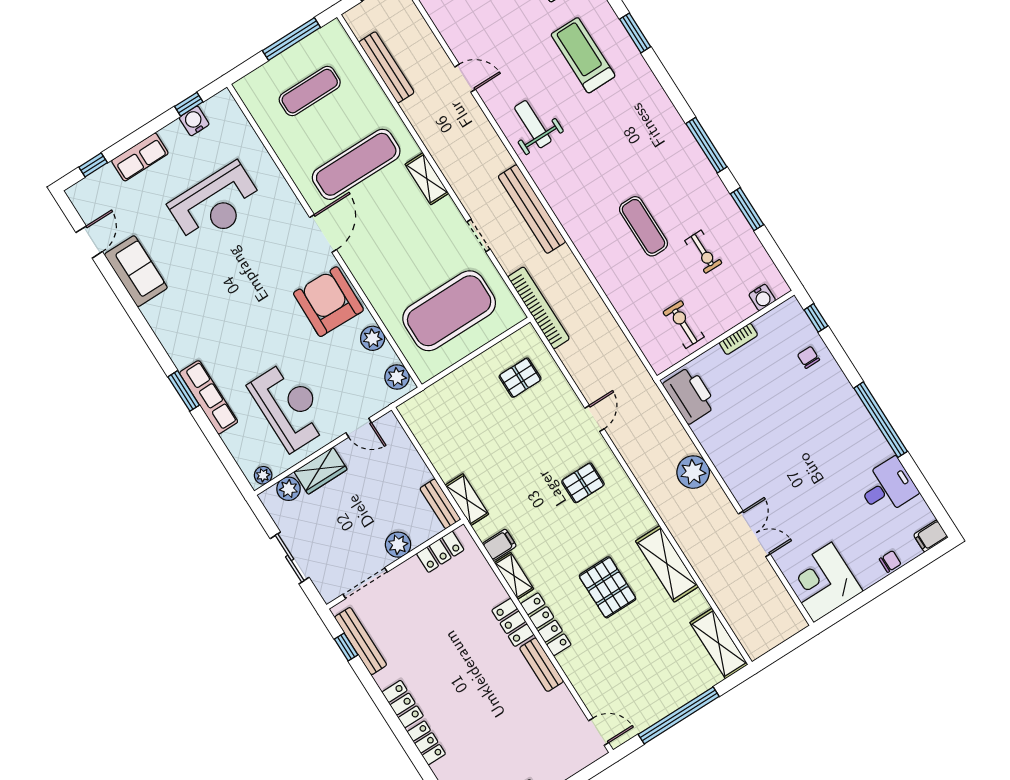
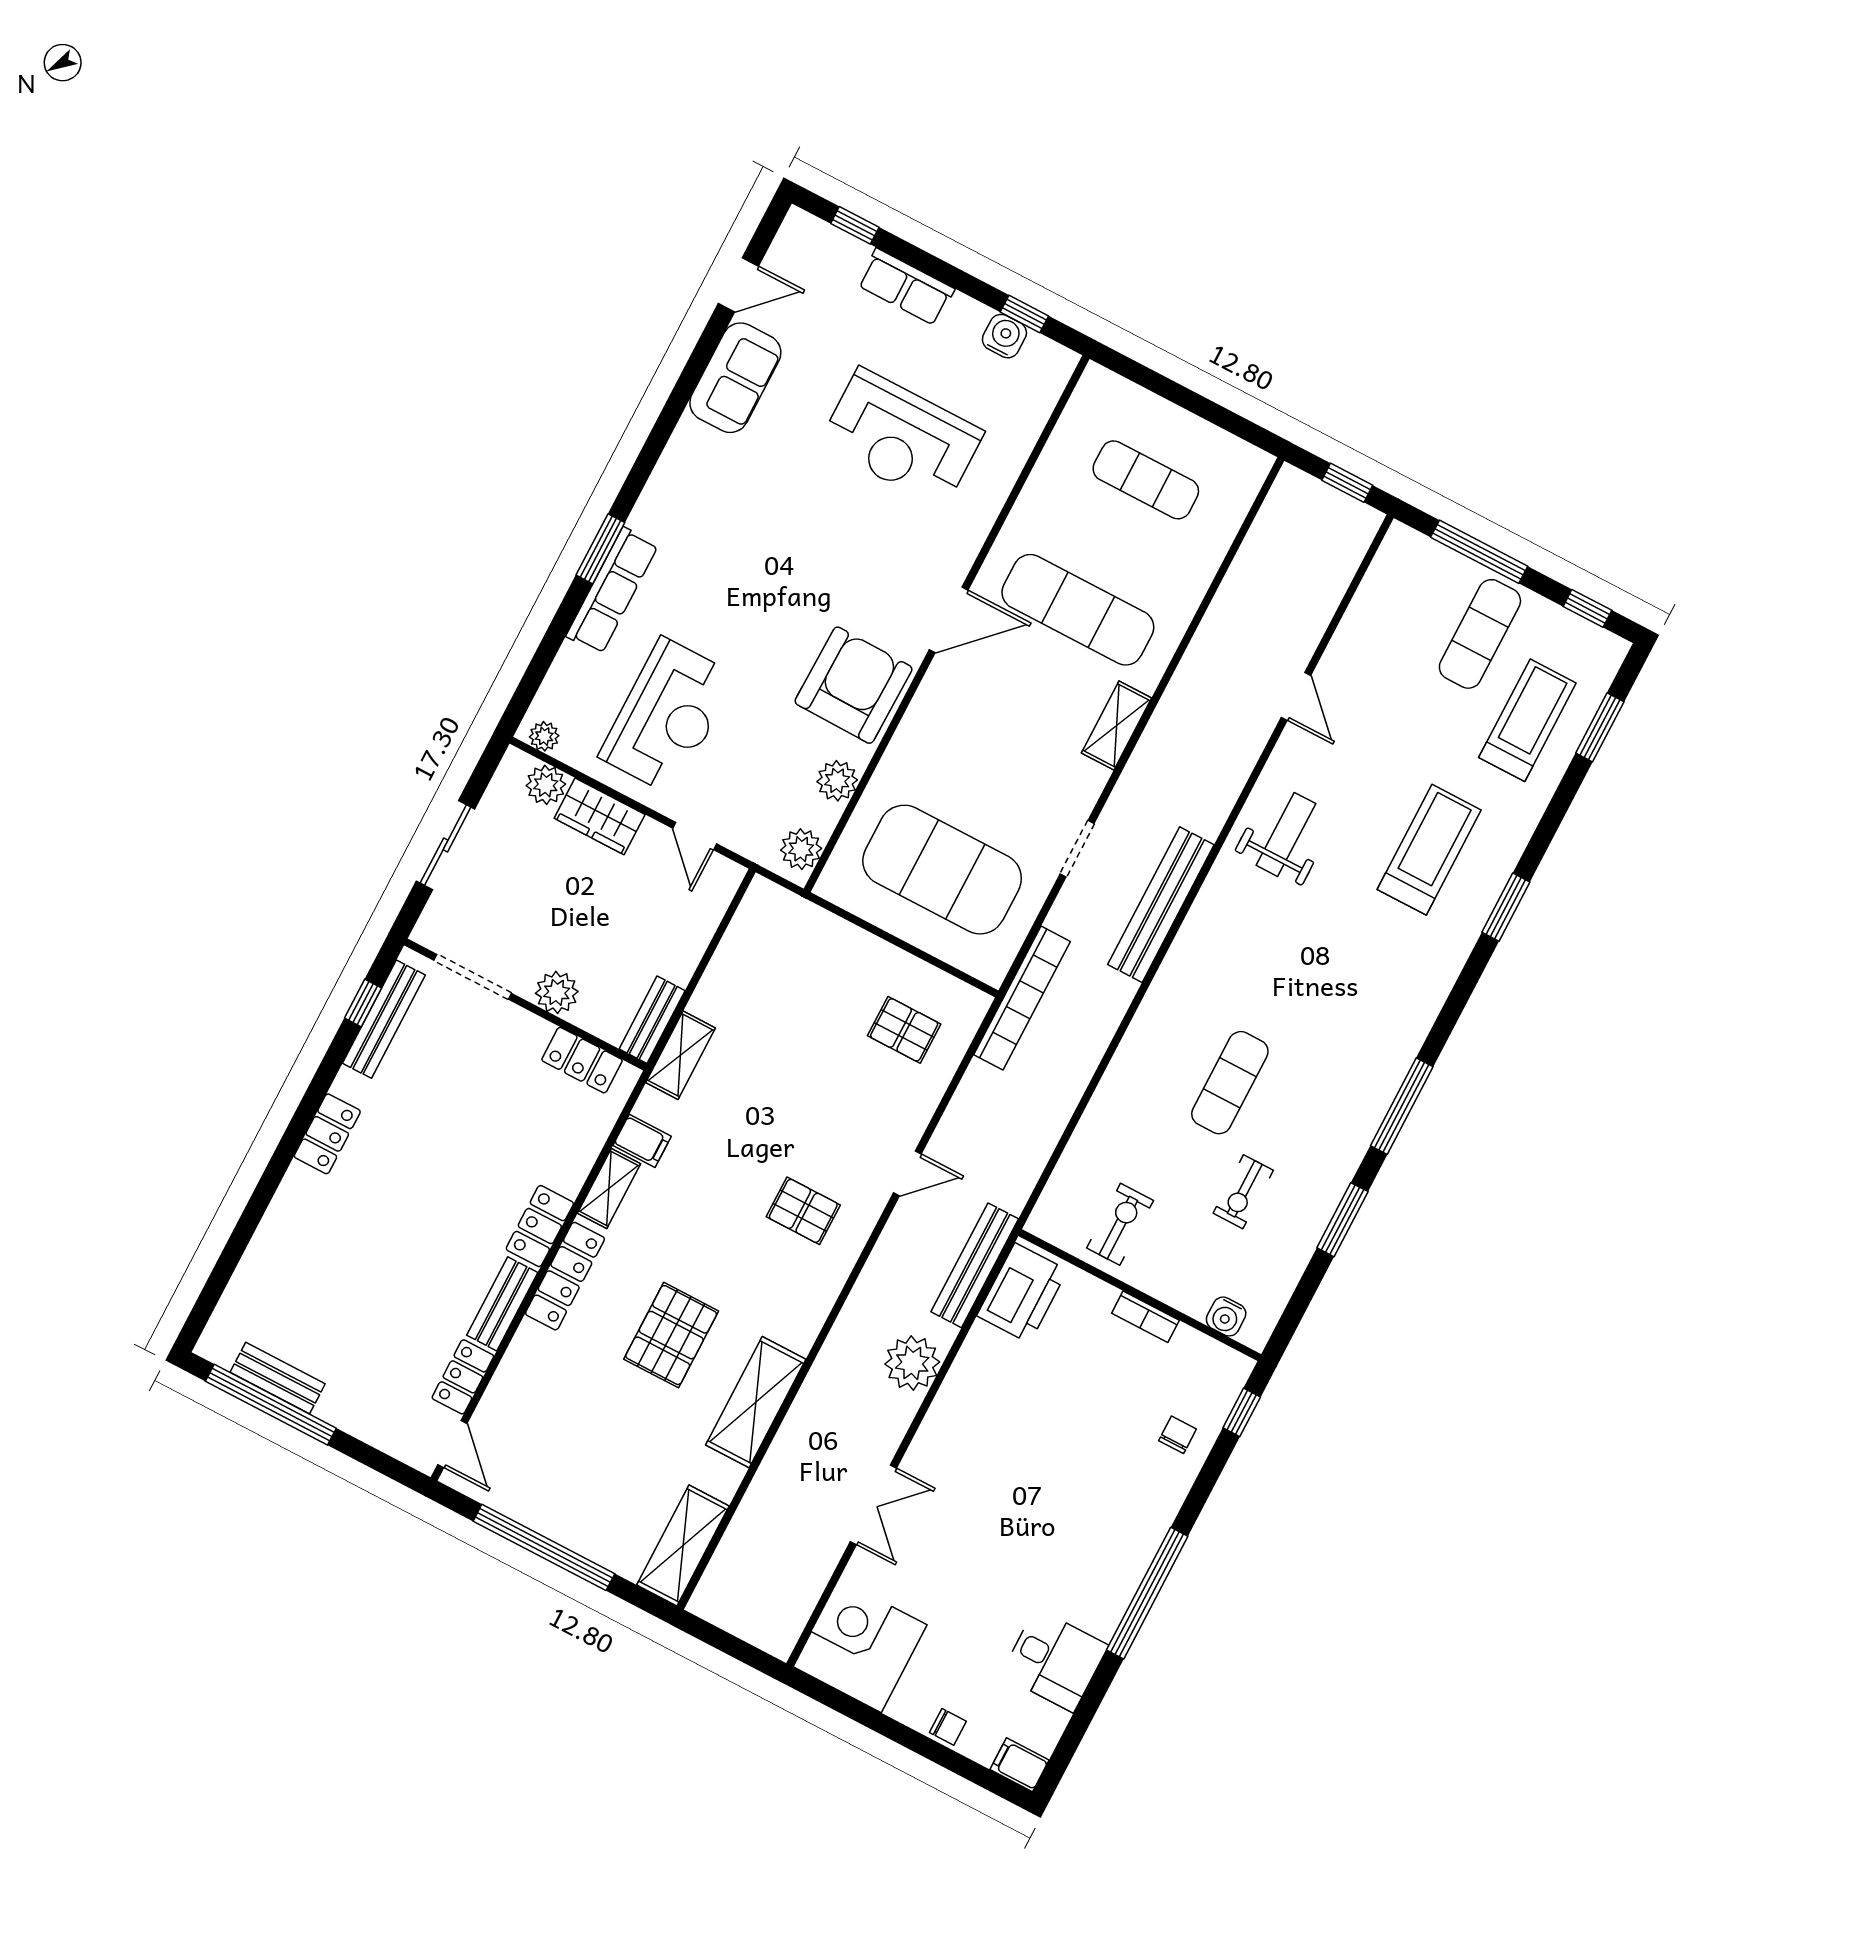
window: (291, 39) -> (1207, 409), removed
bench: (386, 67) -> (975, 1265), moved
locker: (426, 743) -> (463, 1377), moved, turned 180

